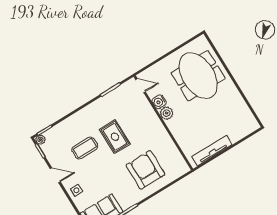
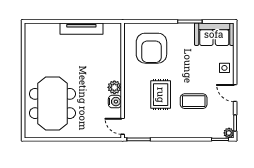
door: (141, 86) -> (123, 126), moved
water cooler: (159, 102) -> (115, 102), moved
plant: (166, 113) -> (114, 87), moved
wall: (163, 123) -> (123, 80), moved

